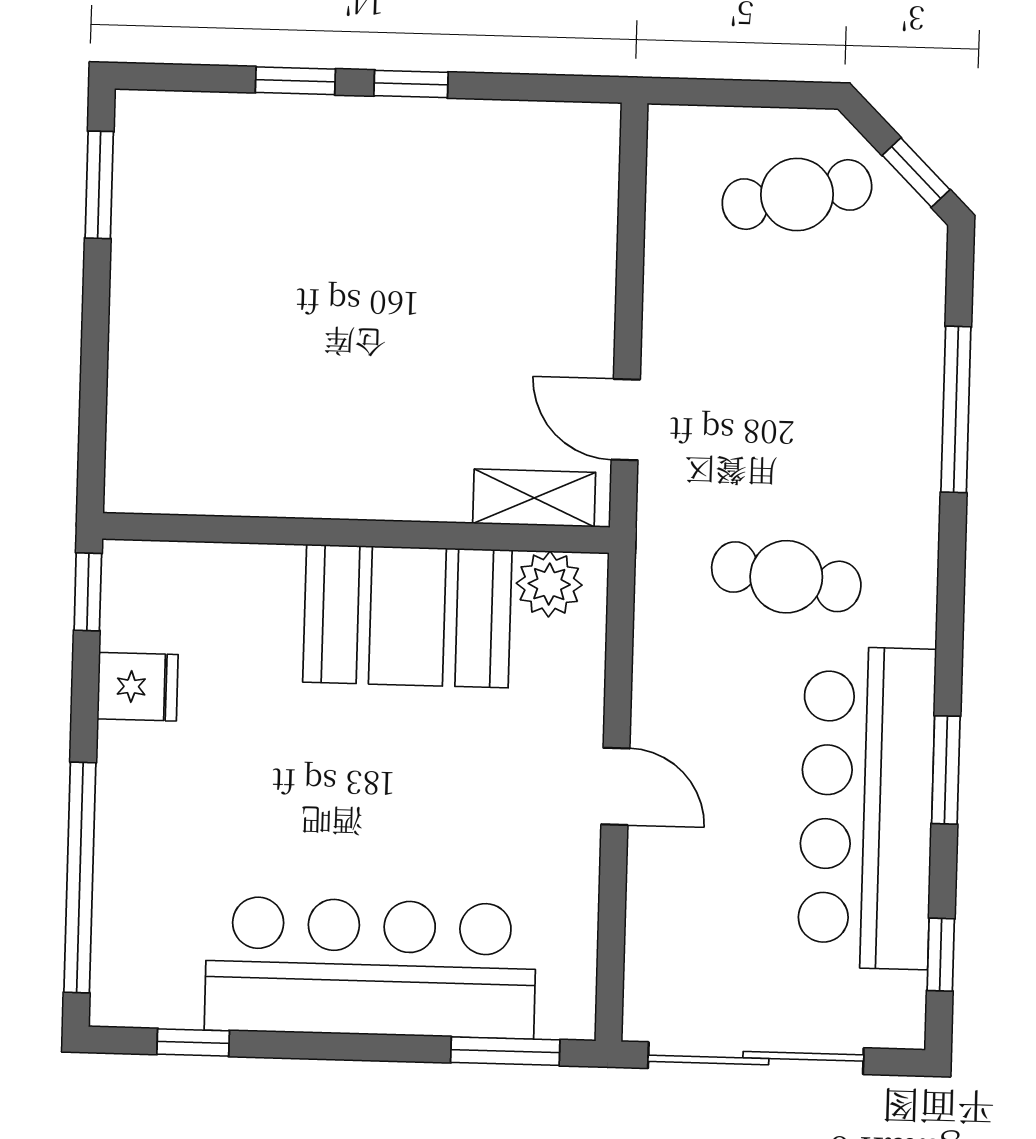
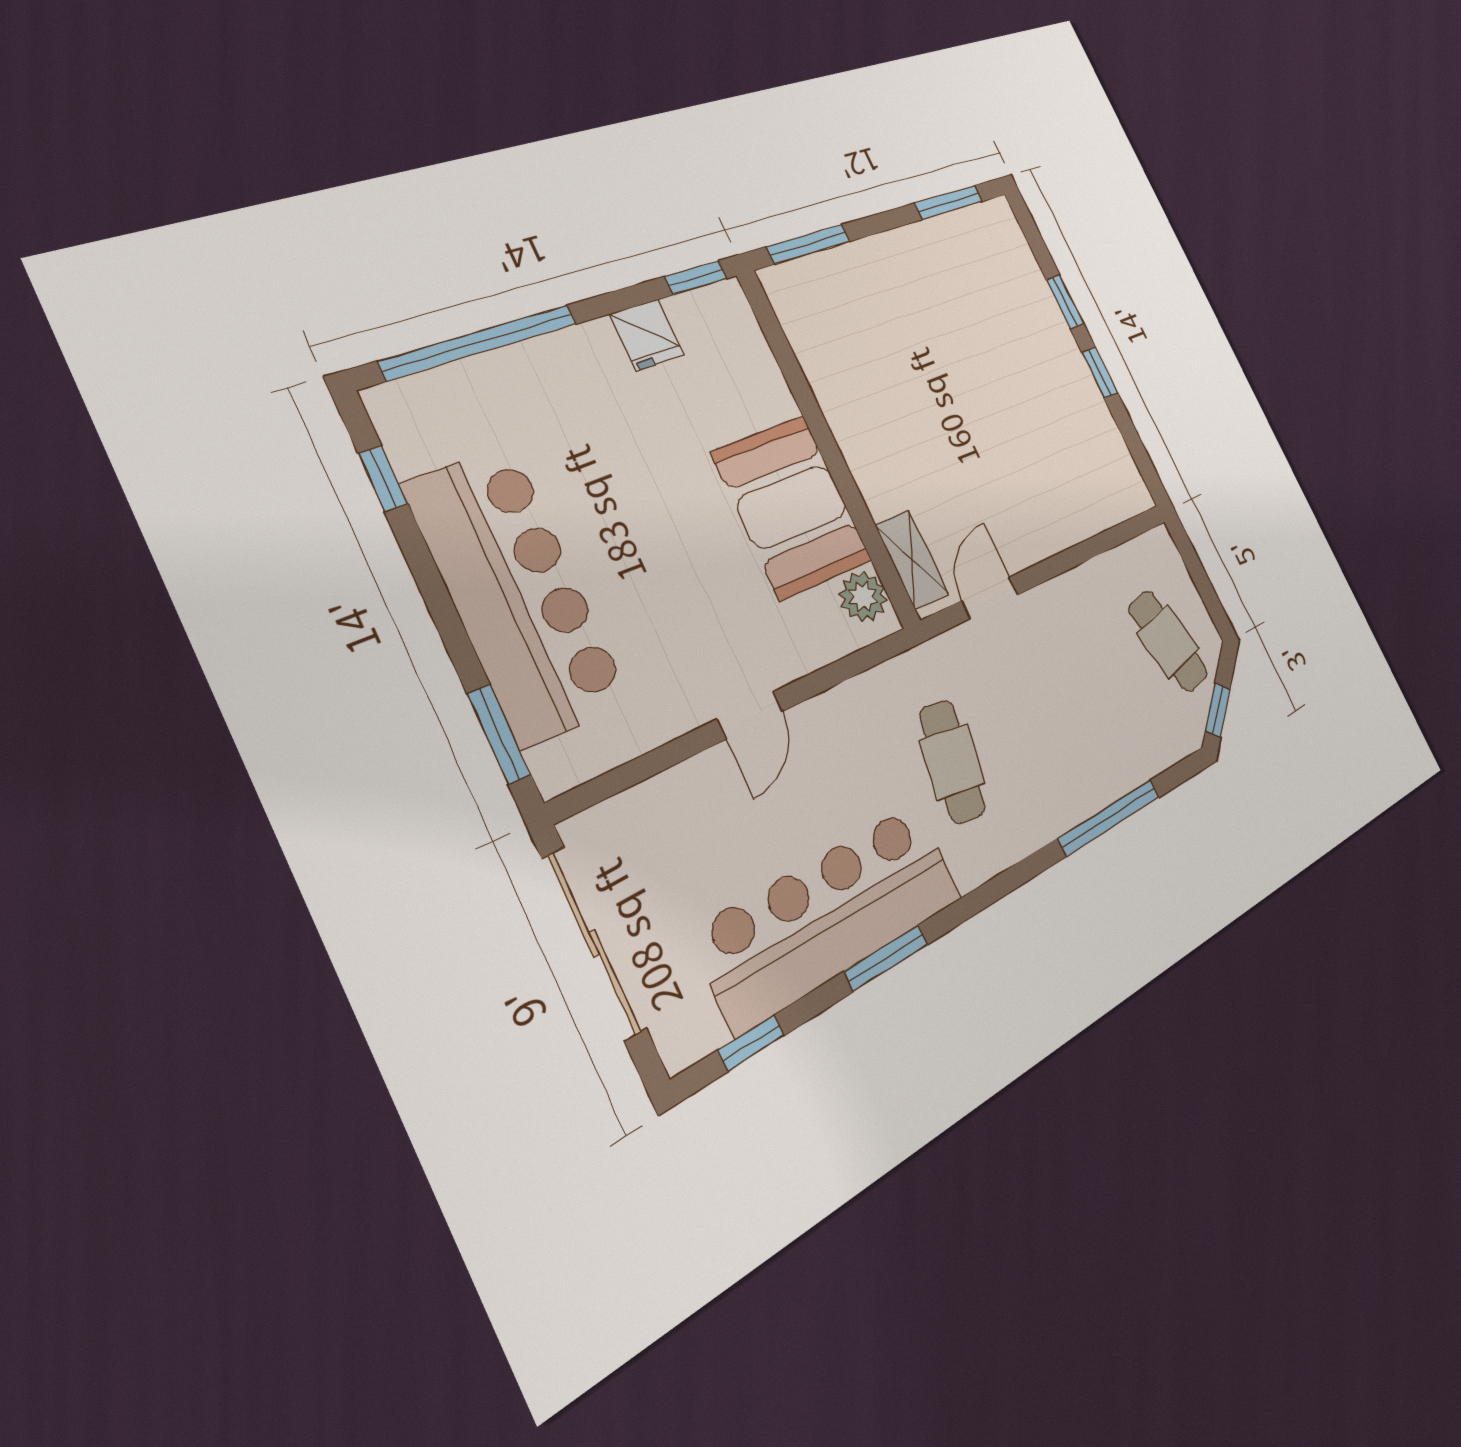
window: (93, 422) -> (809, 244), added

